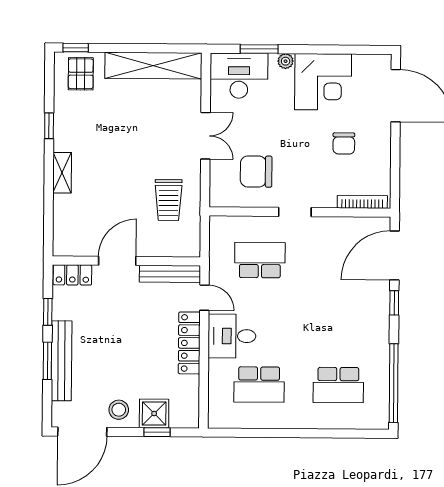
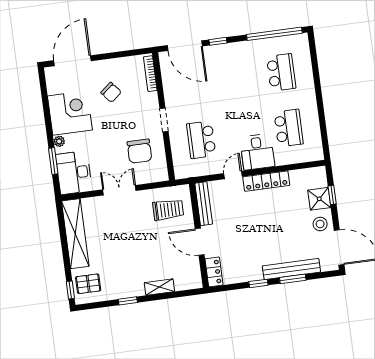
chair: (344, 143) -> (111, 92), turned 51
door: (117, 261) -> (200, 242), moved
wall: (126, 261) -> (199, 235), moved
bench: (170, 274) -> (204, 204), moved
locker: (72, 275) -> (214, 272), moved

